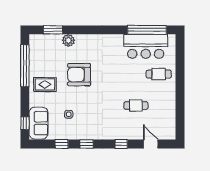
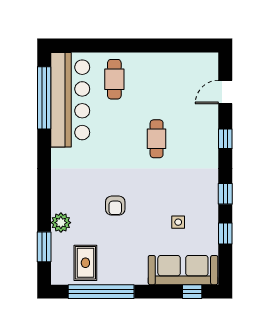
bar counter: (146, 46) -> (70, 100), width x1.36
armchair: (79, 75) -> (115, 206), width x0.53, depth x0.53
rug: (45, 84) -> (85, 263), moved
cafe table: (136, 106) -> (157, 139), moved
sofa: (38, 123) -> (183, 270), width x1.36

